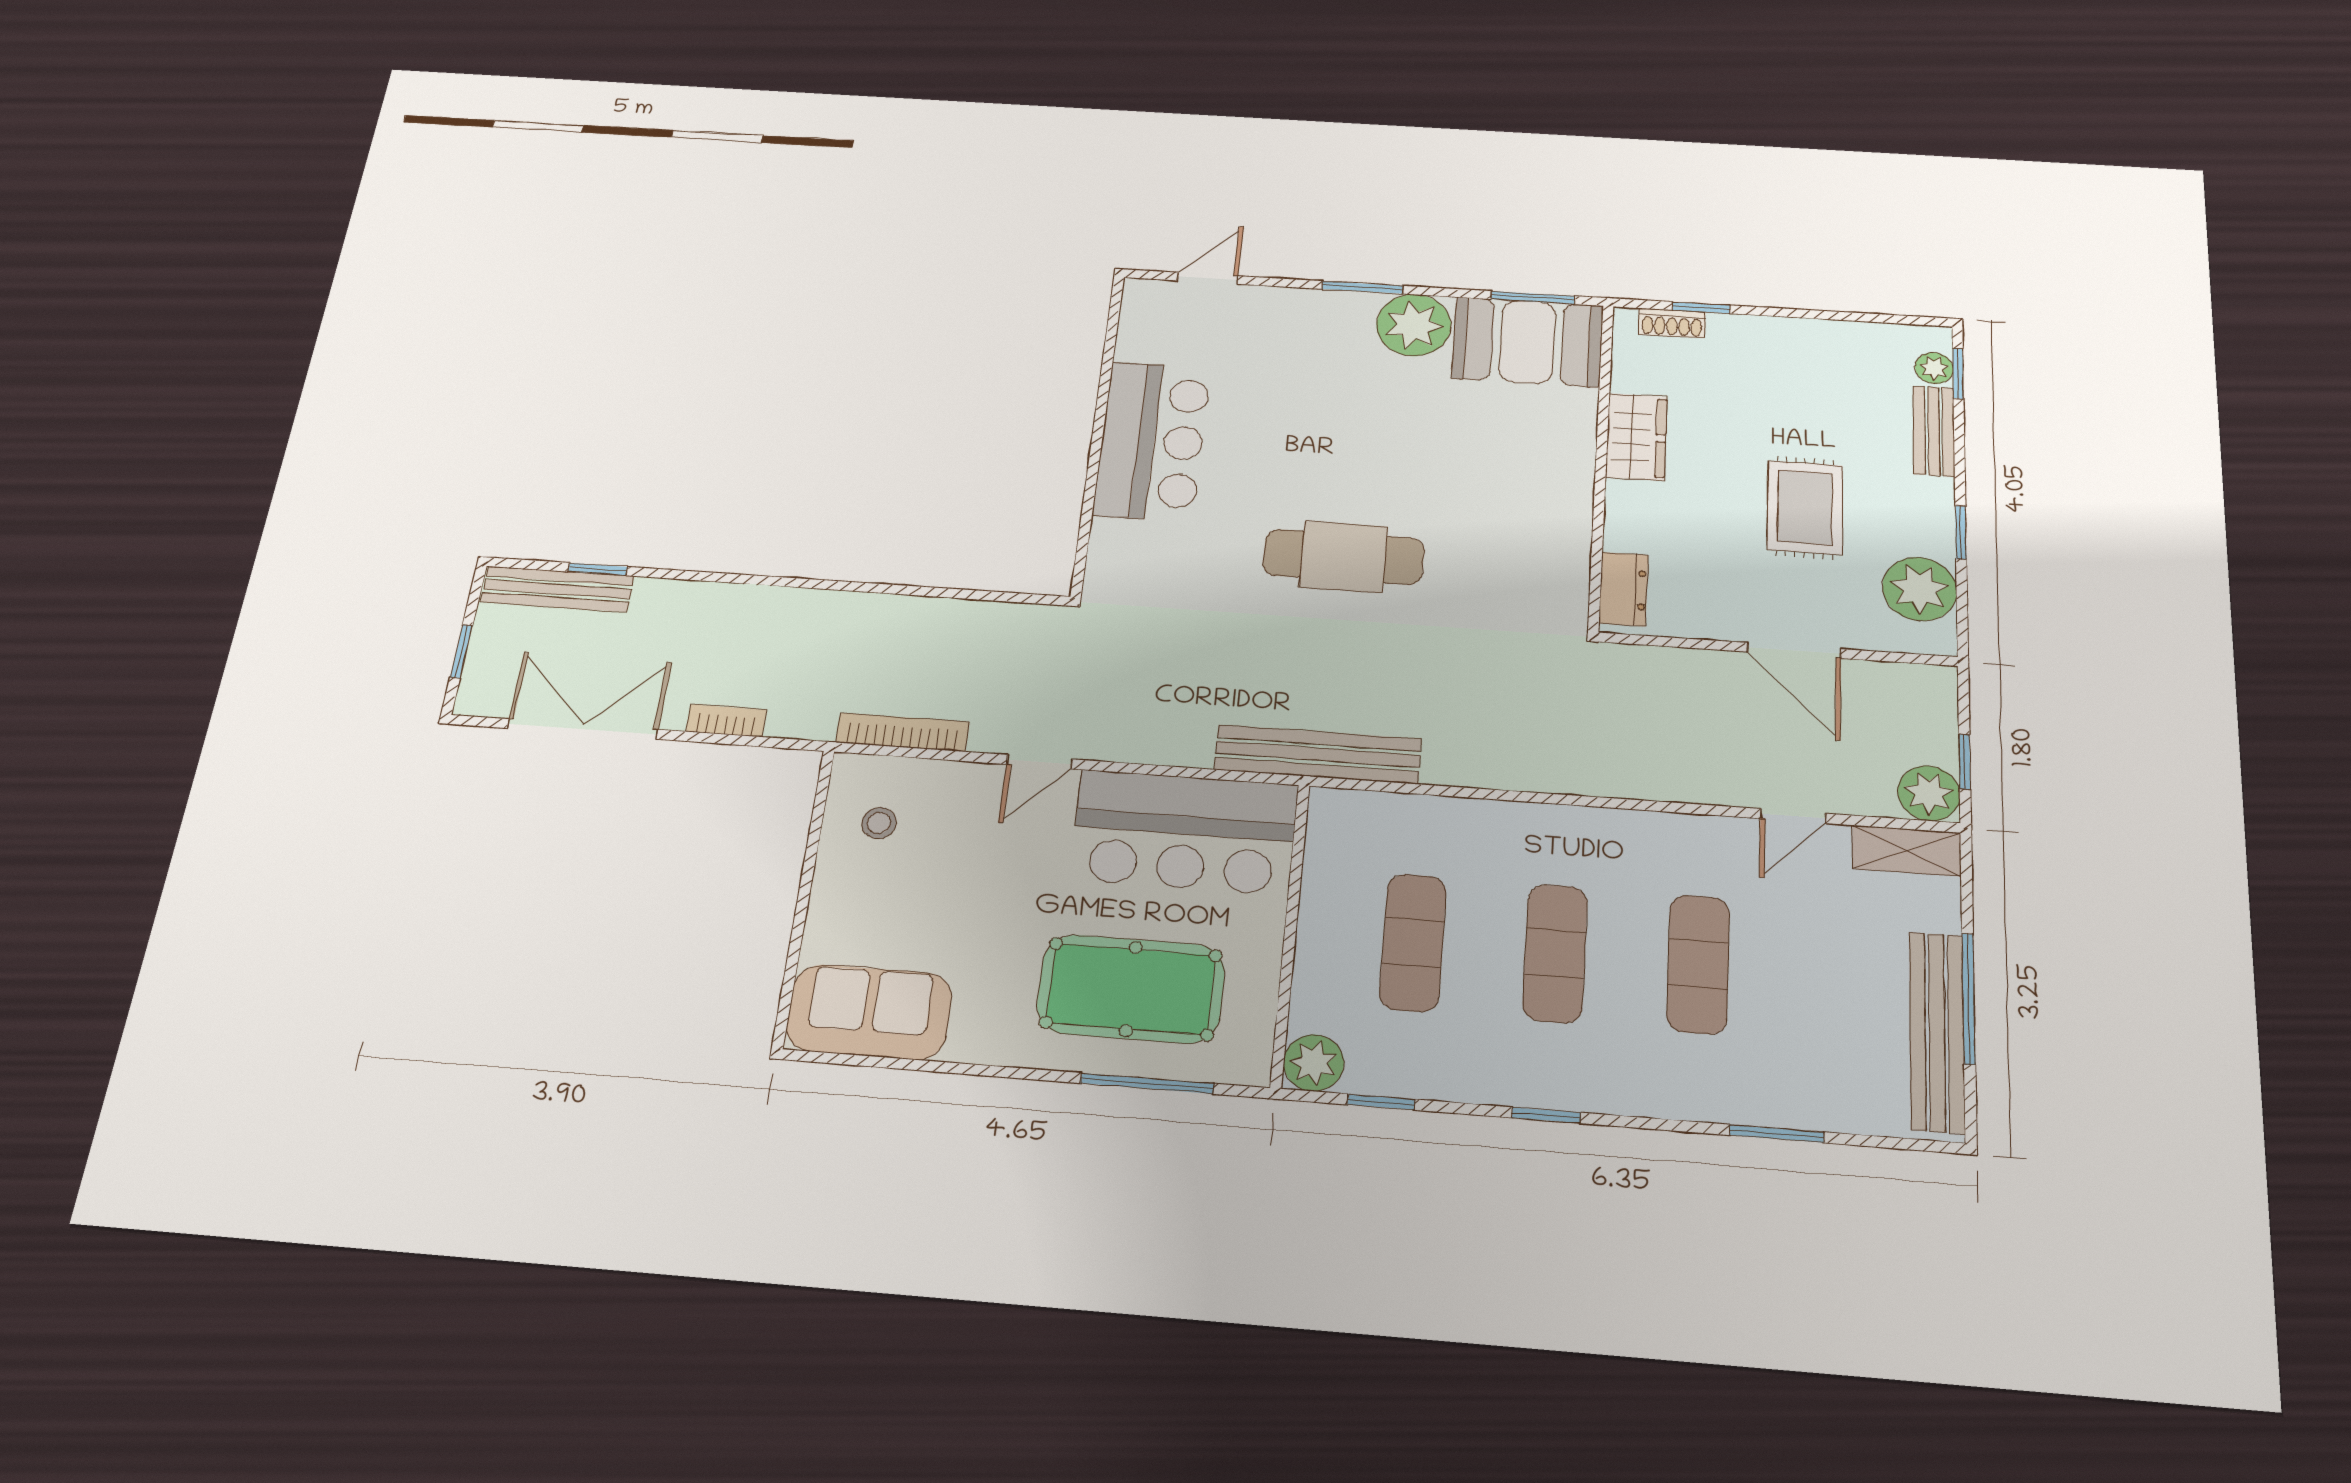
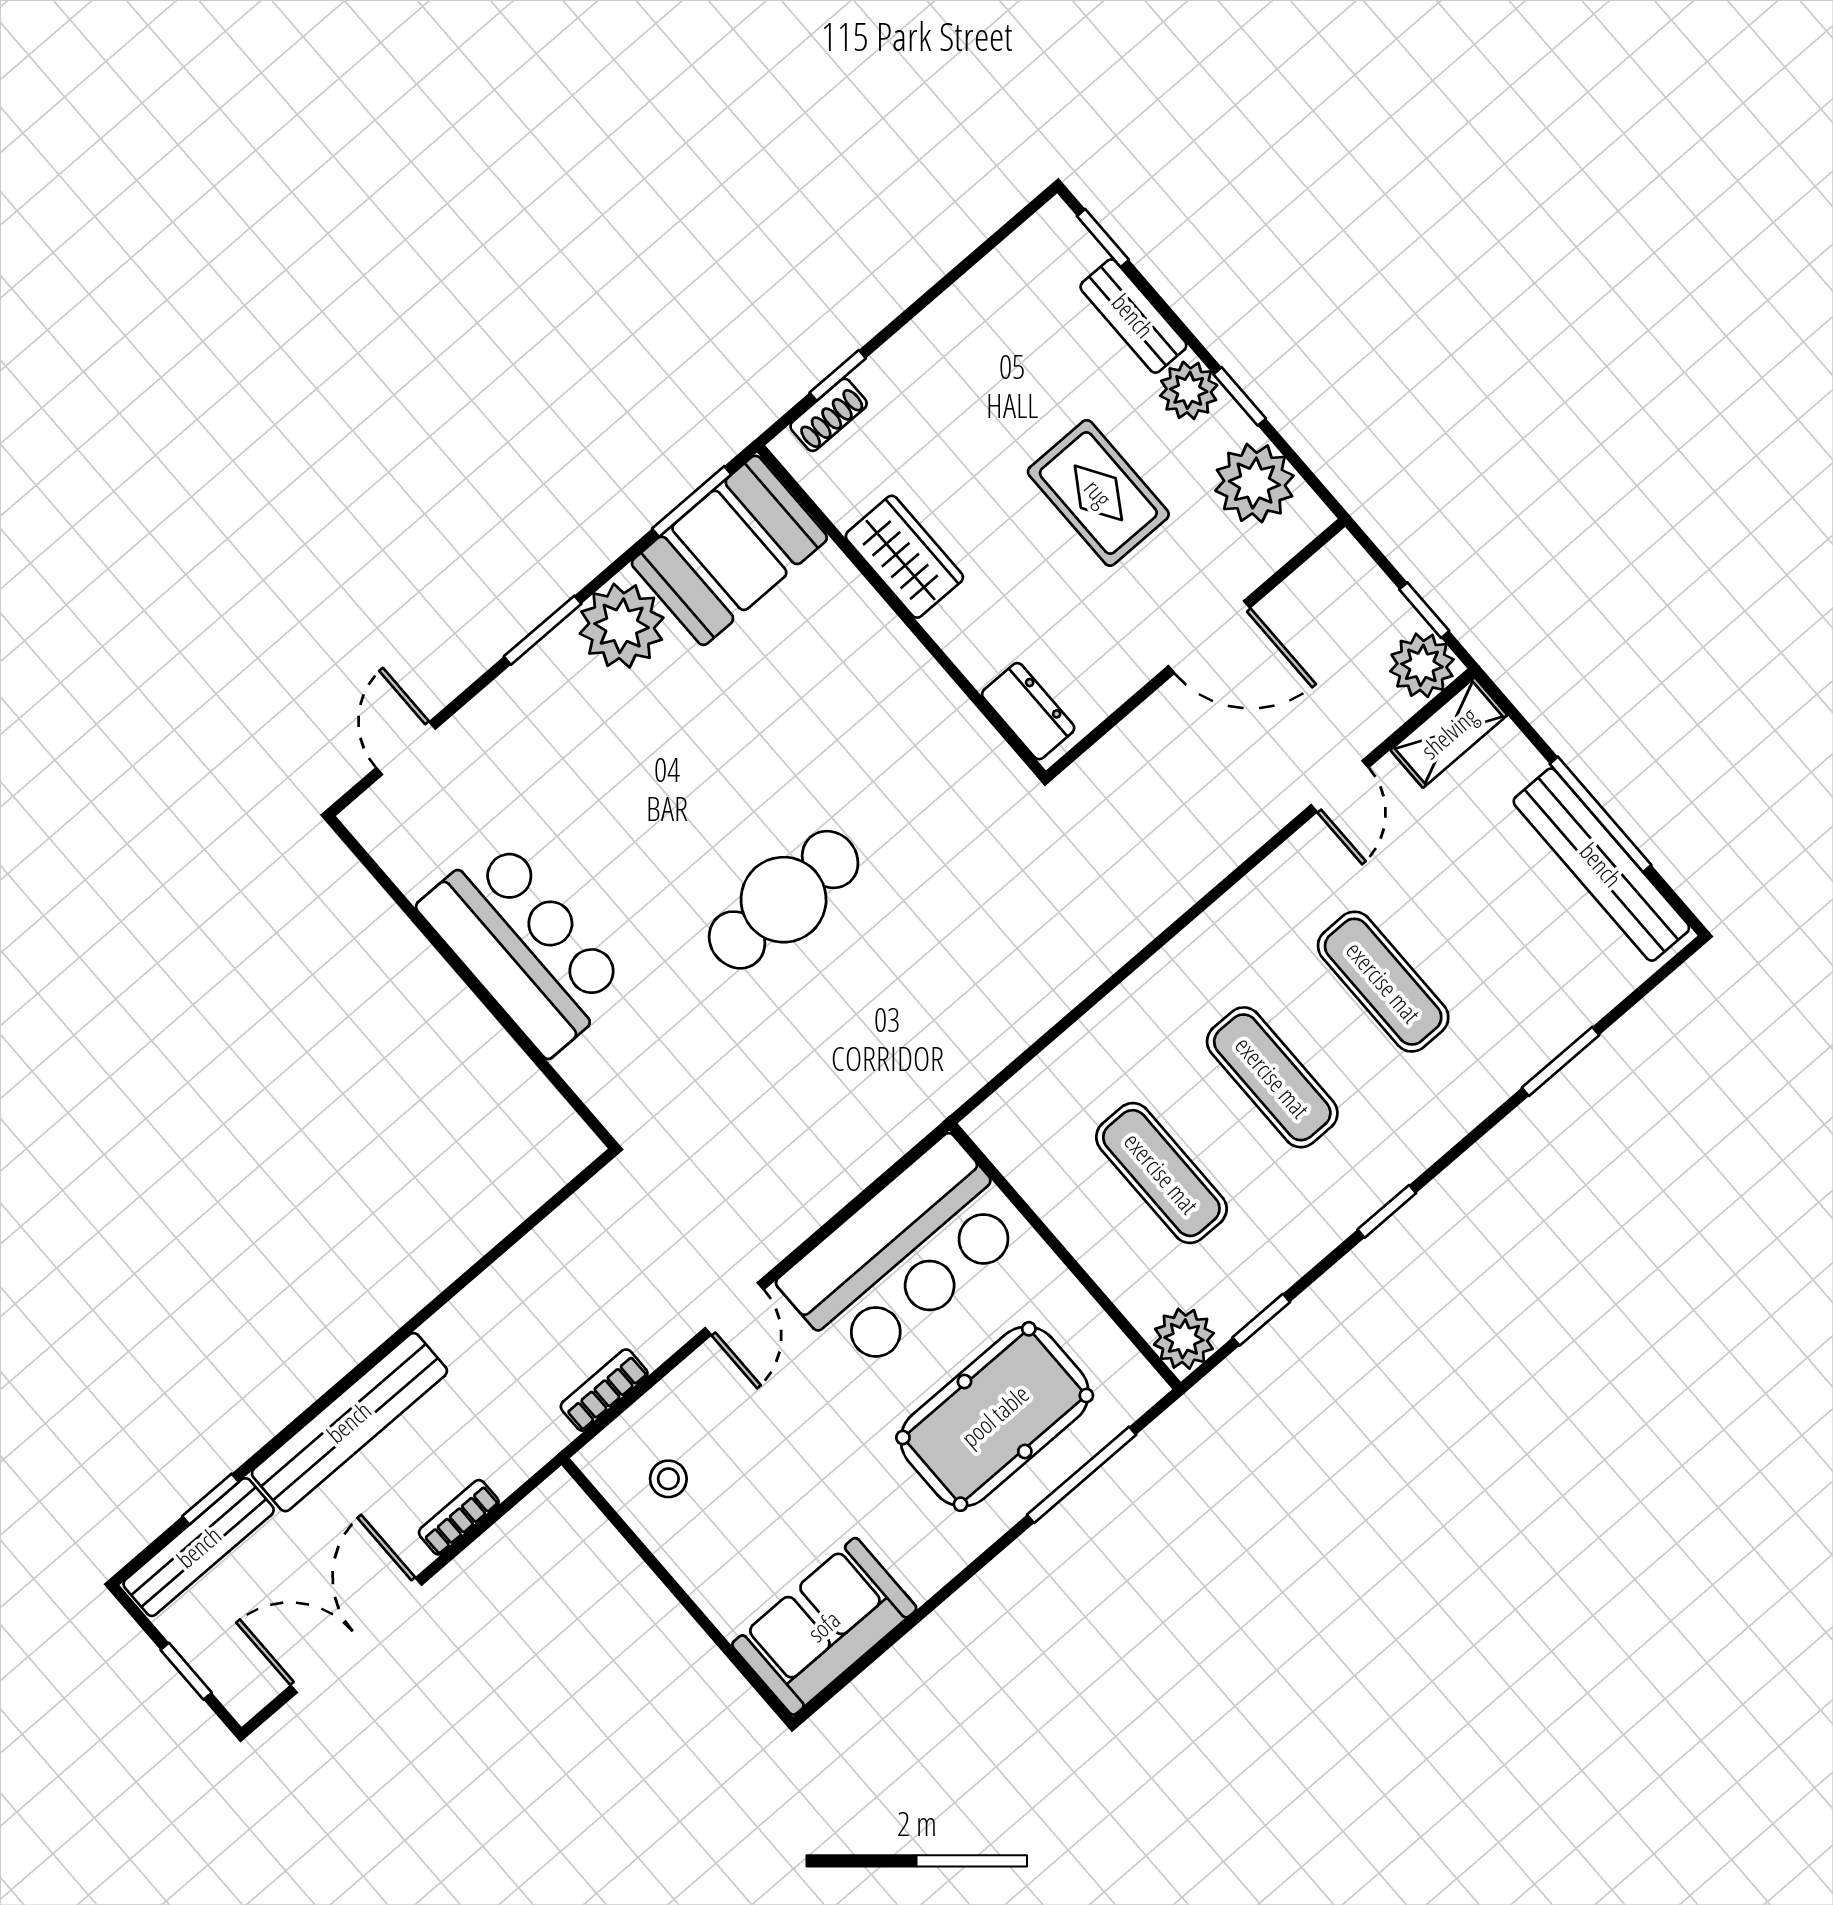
plant: (1934, 368) -> (1189, 390), moved, width x1.38, depth x1.38
bookcase: (903, 732) -> (604, 1390), width x0.64
bench: (1318, 754) -> (349, 1422), moved

